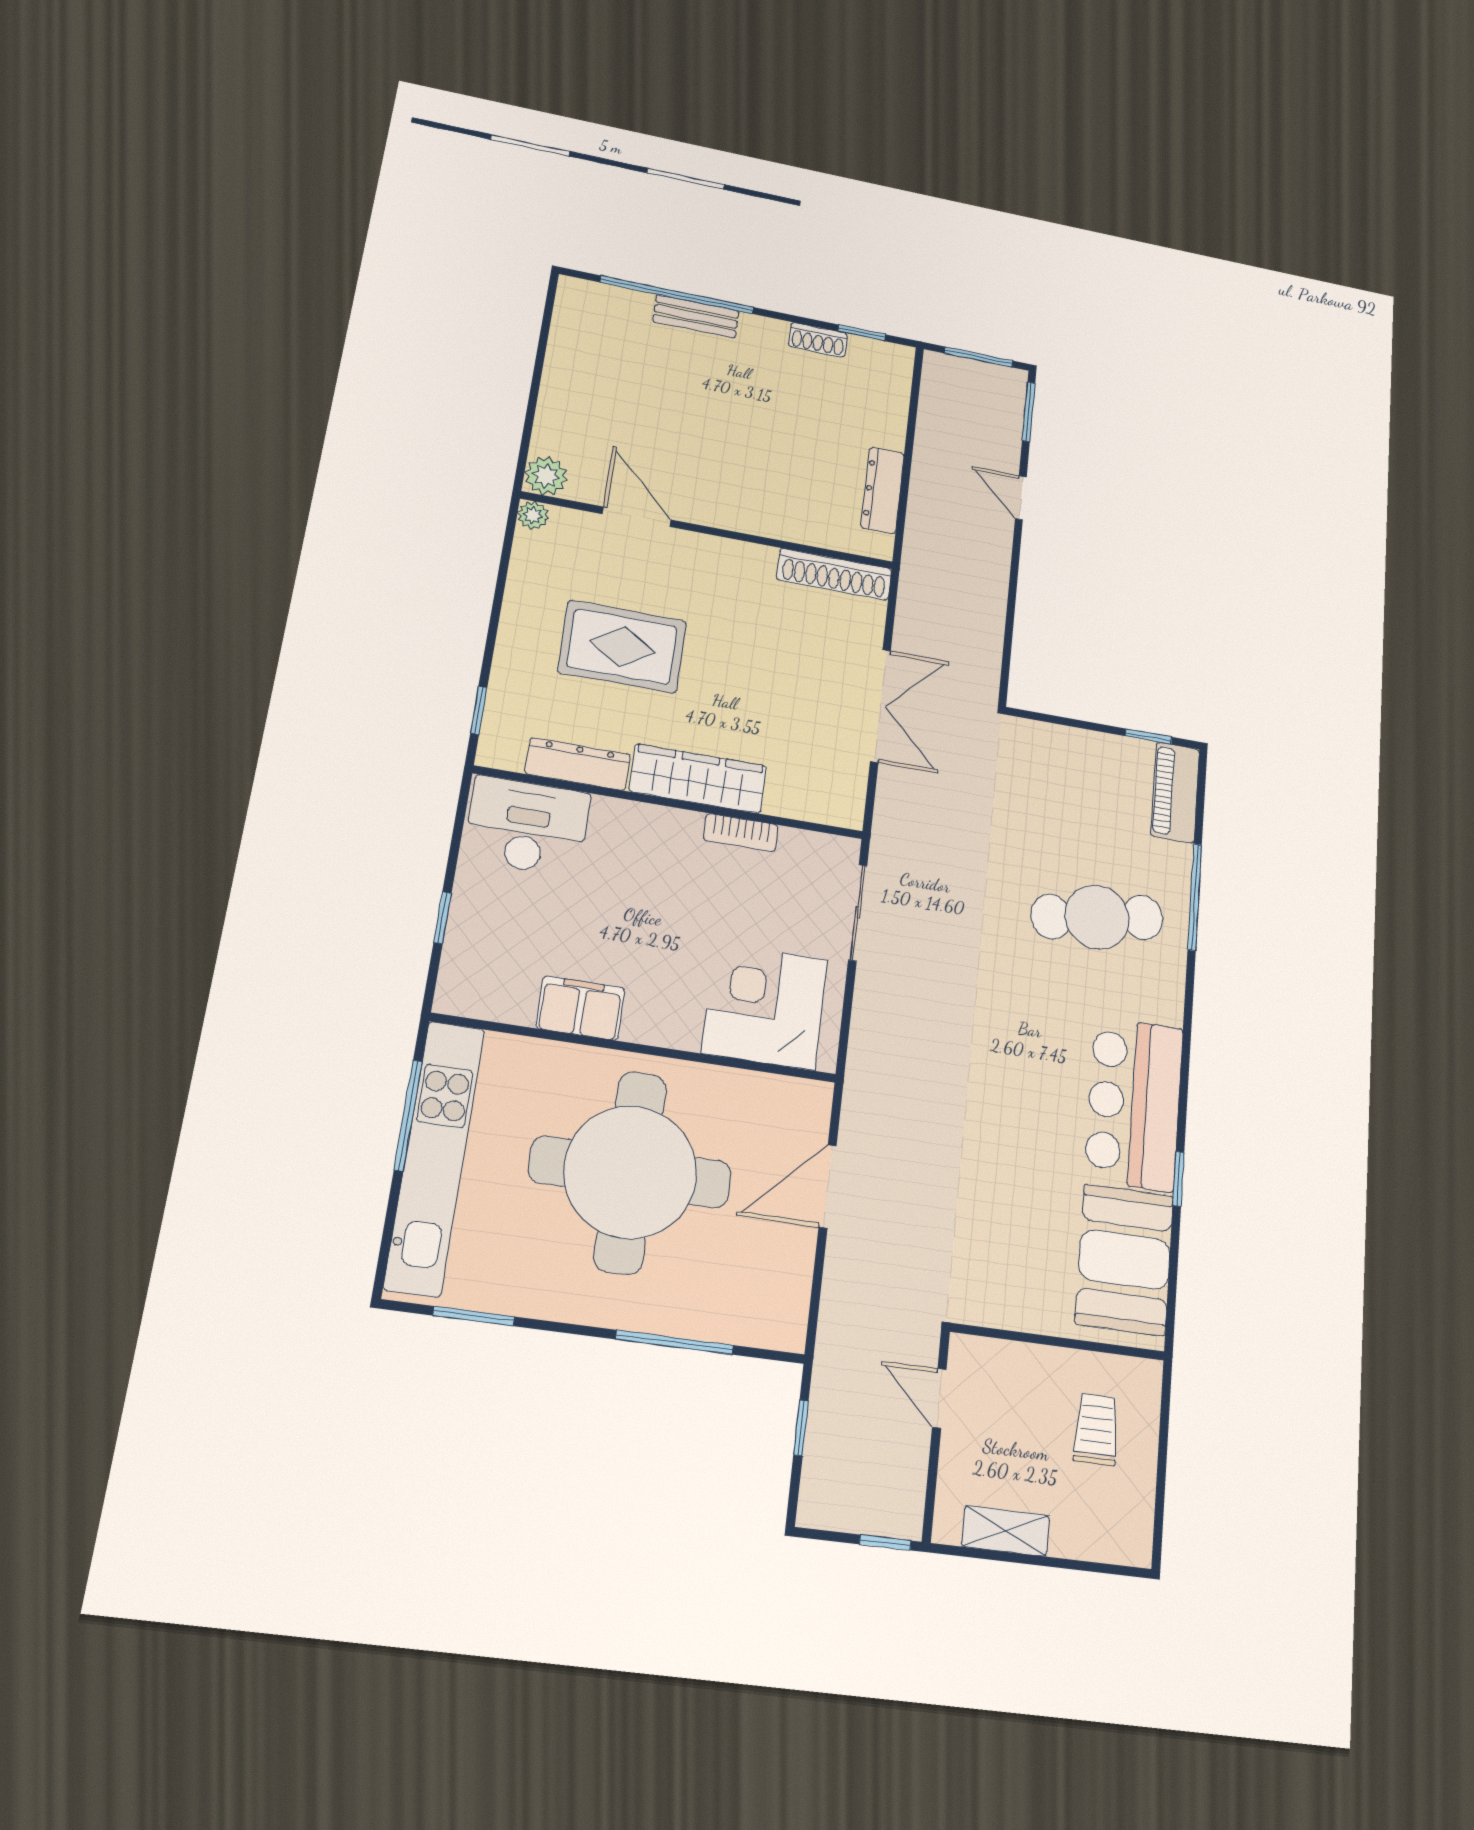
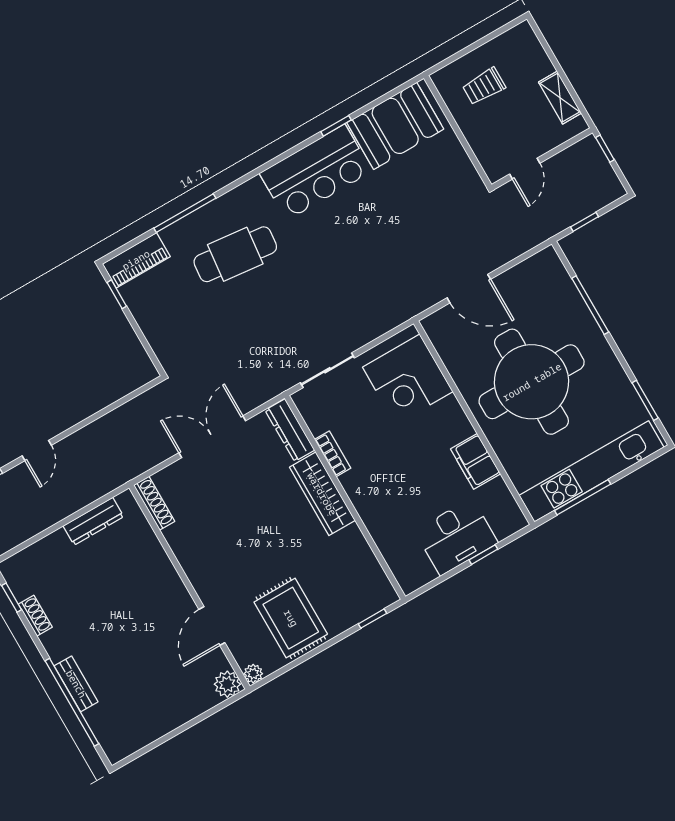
shoe rack: (834, 574) -> (154, 503), width x0.74, depth x0.81
rug: (622, 647) -> (291, 618), moved
dresser: (578, 764) -> (290, 430), moved
desk: (527, 826) -> (456, 537), moved, turned -90
cafe table: (1097, 917) -> (235, 254), turned -75

